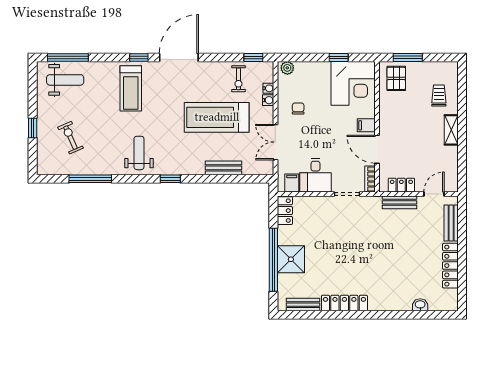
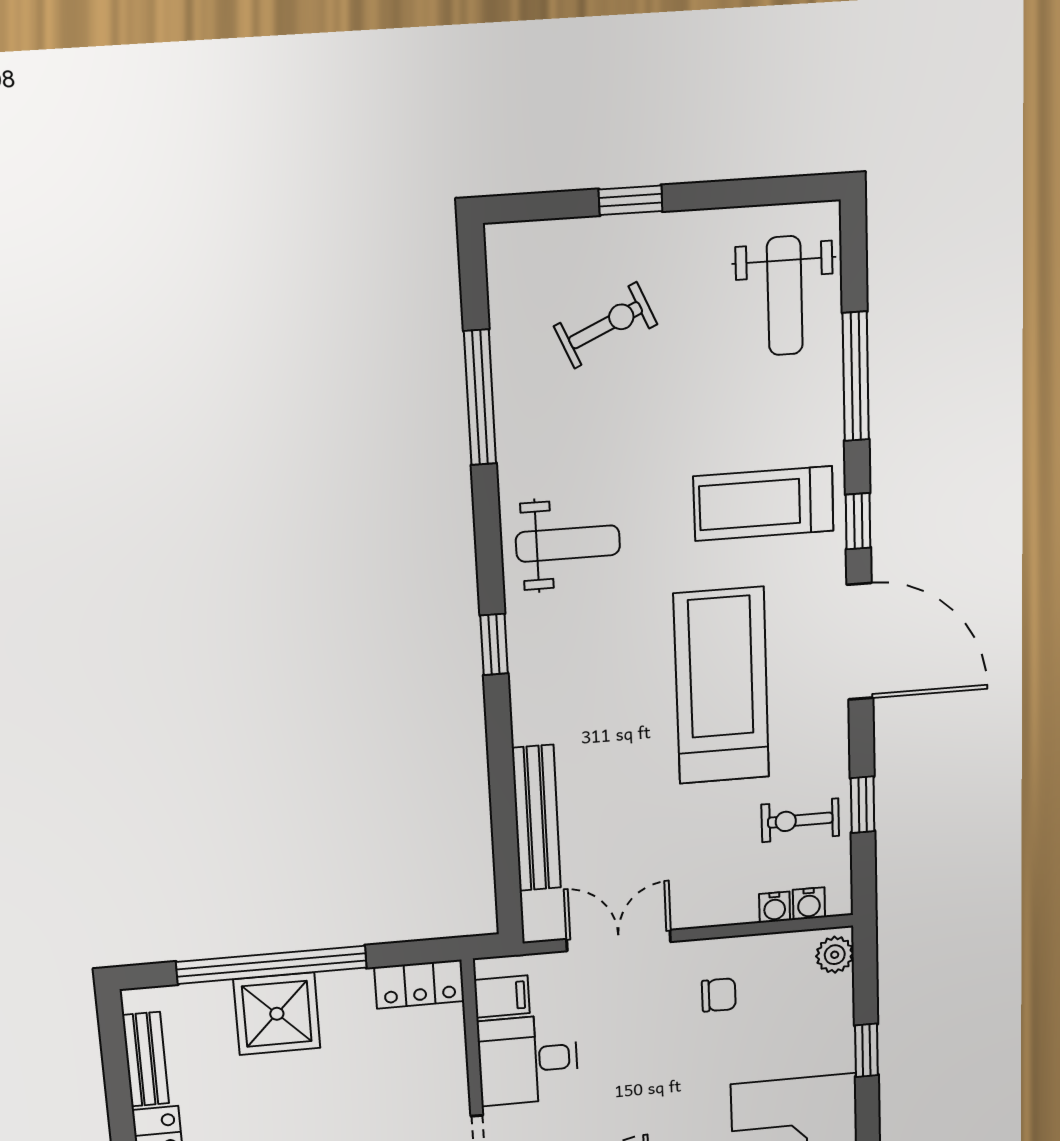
window: (68, 57) -> (856, 376), moved
window: (253, 57) -> (863, 805), moved
window: (339, 57) -> (866, 1050), moved
water cooler: (268, 100) -> (809, 904), moved
treadmill: (217, 117) -> (721, 686), moved
bench: (223, 168) -> (536, 818), width x1.36

